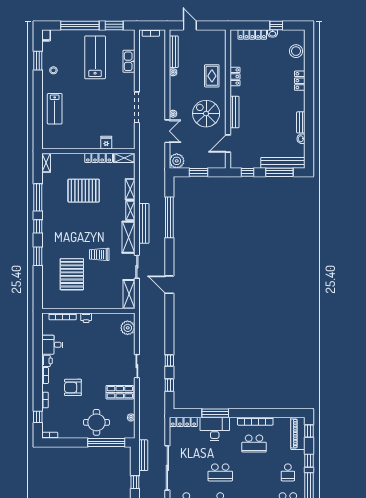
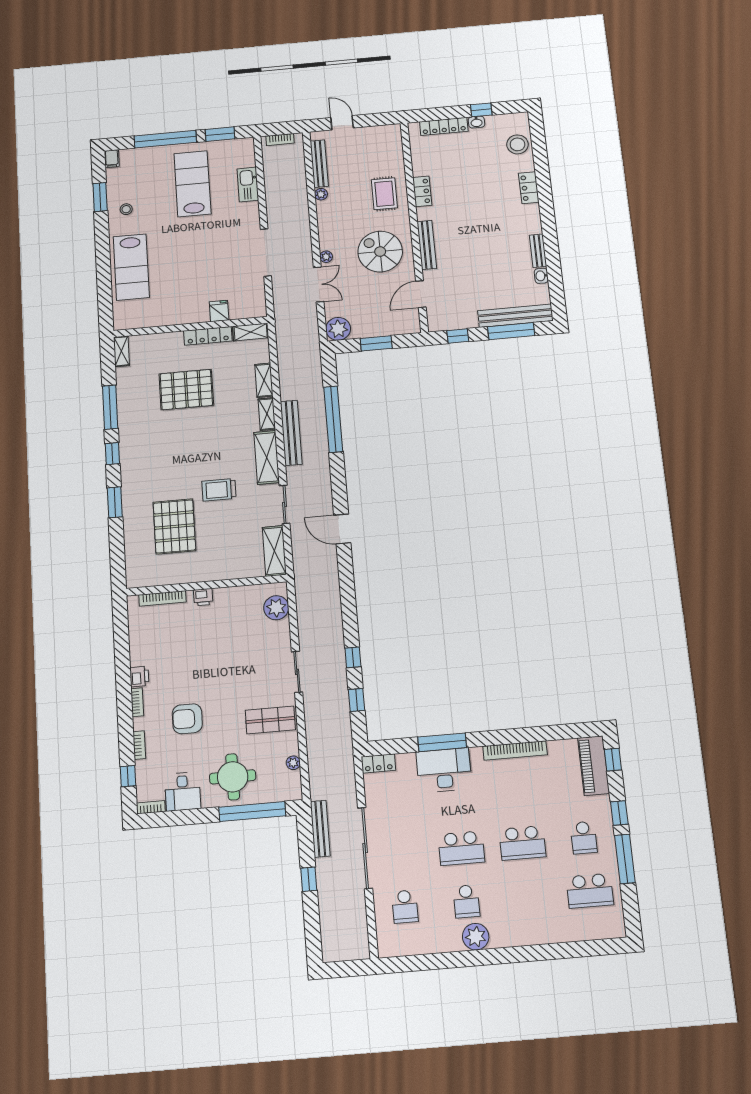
lab bench: (55, 109) -> (131, 267), width x1.36, depth x1.39
desk: (52, 345) -> (183, 791), moved, turned -90
locker: (183, 422) -> (378, 763), width x0.66
school desk: (254, 444) -> (522, 843), moved

